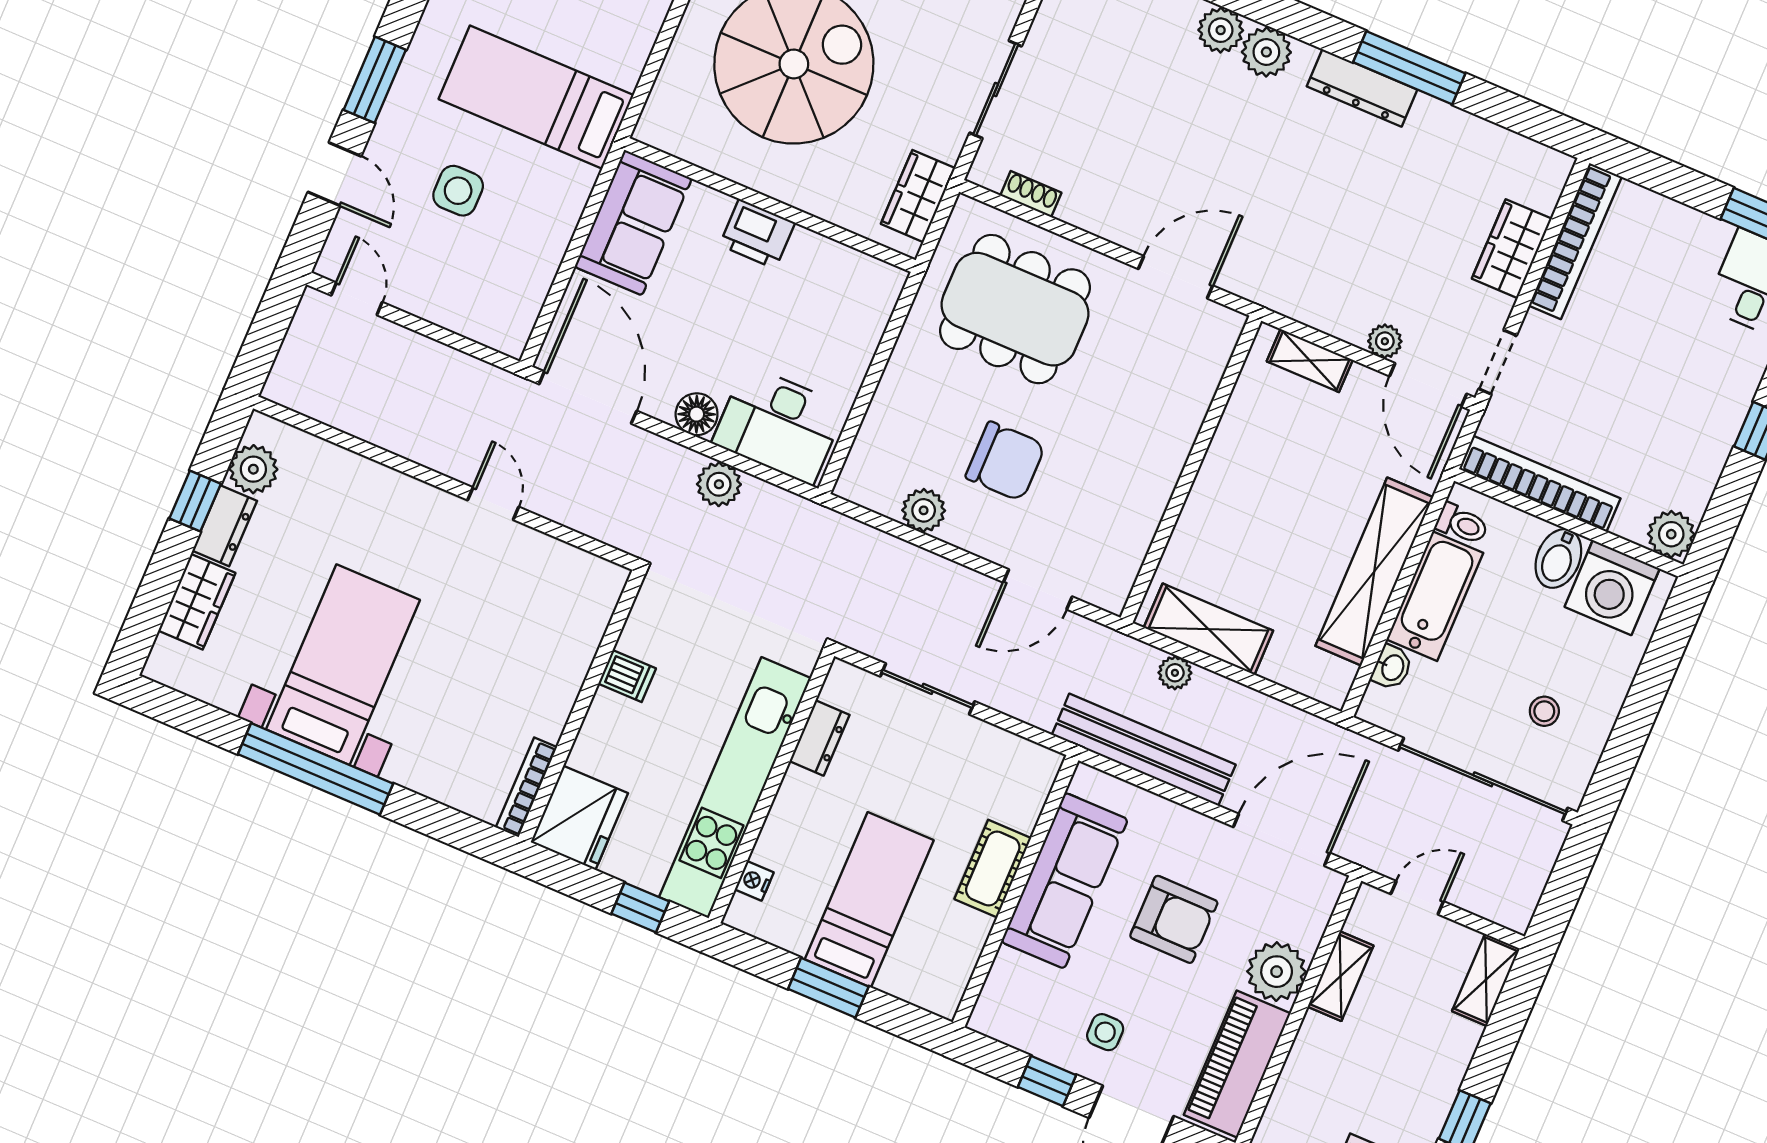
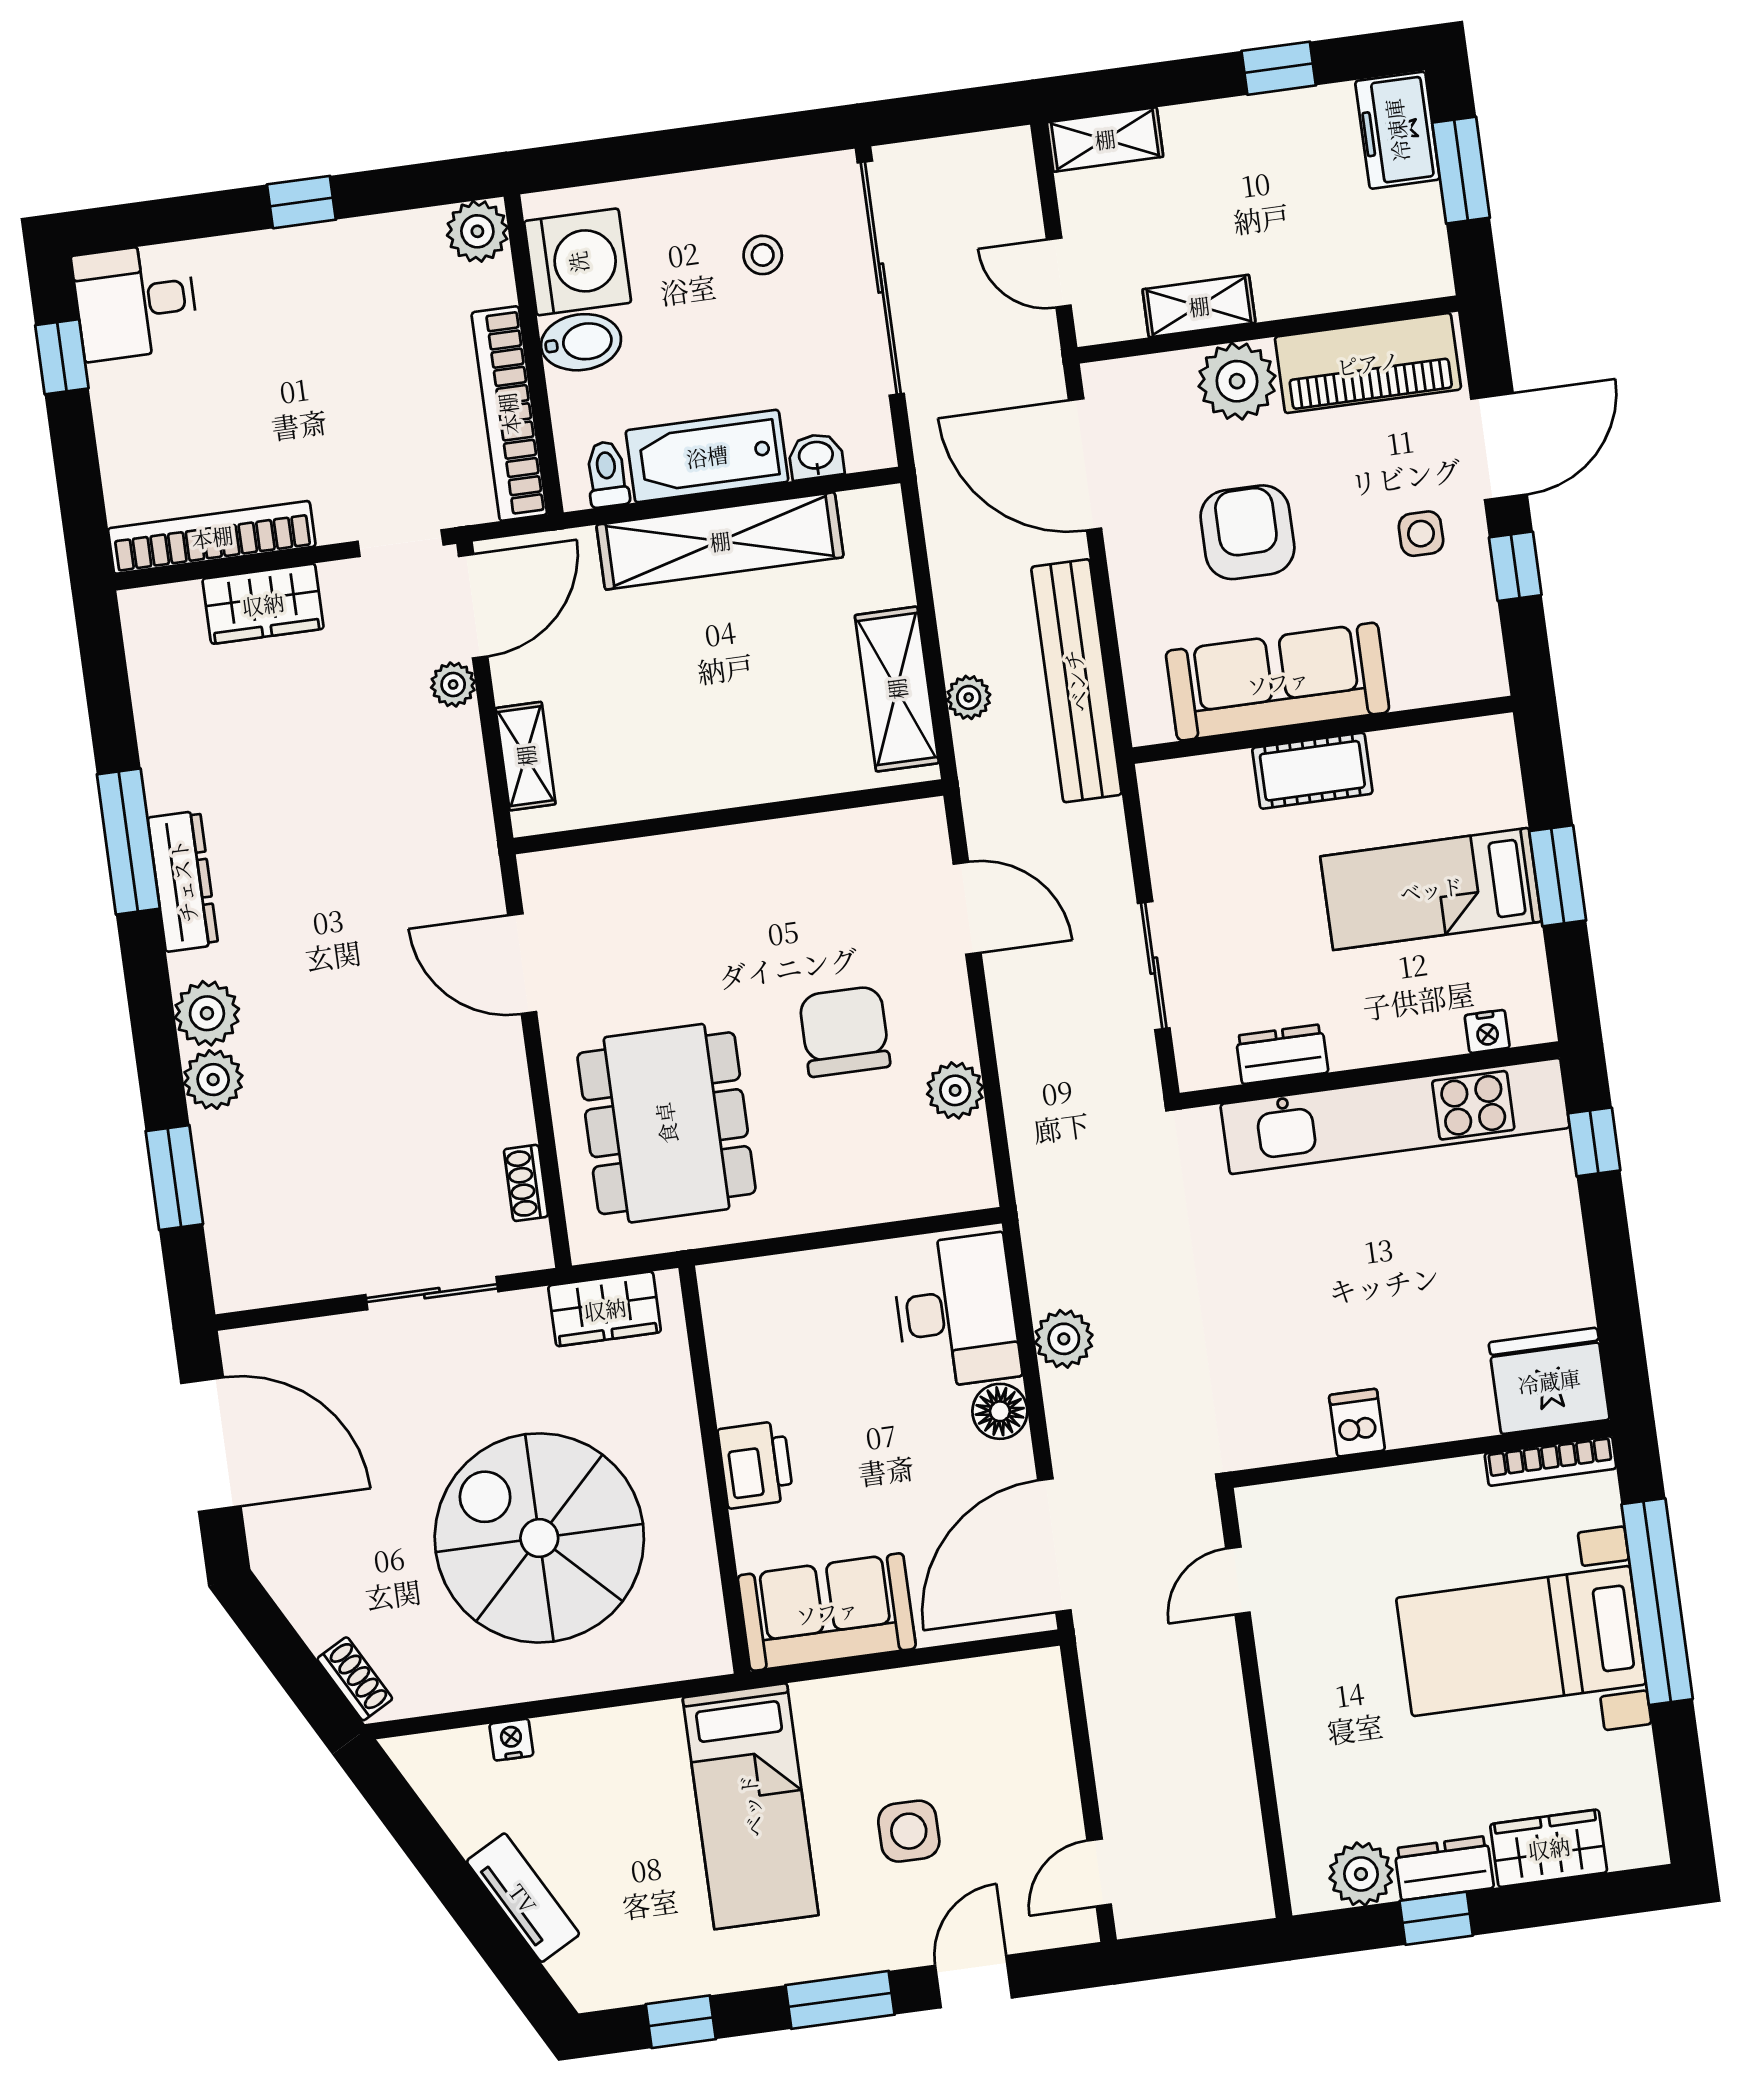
dishwasher: (627, 676) -> (1357, 1423), moved
wall: (582, 706) -> (1422, 1454), moved
bookcase: (526, 787) -> (1550, 1461), moved
fridge: (579, 818) -> (1549, 1381), moved

